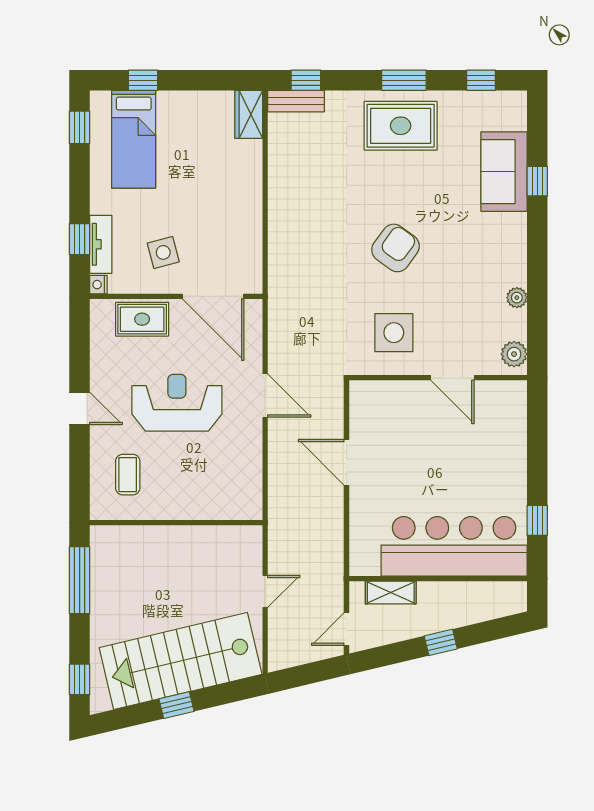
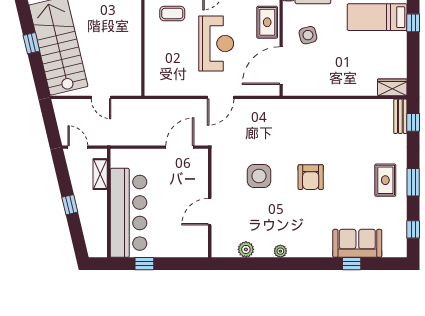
rug: (401, 126) -> (385, 180), width x0.73, depth x0.70
armchair: (396, 248) -> (311, 177), turned 54
wall: (438, 378) -> (210, 203), moved
door: (452, 378) -> (210, 212), moved

